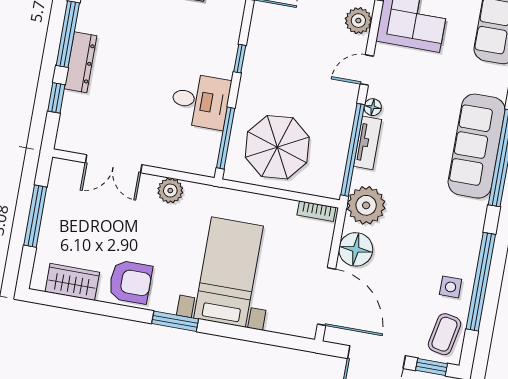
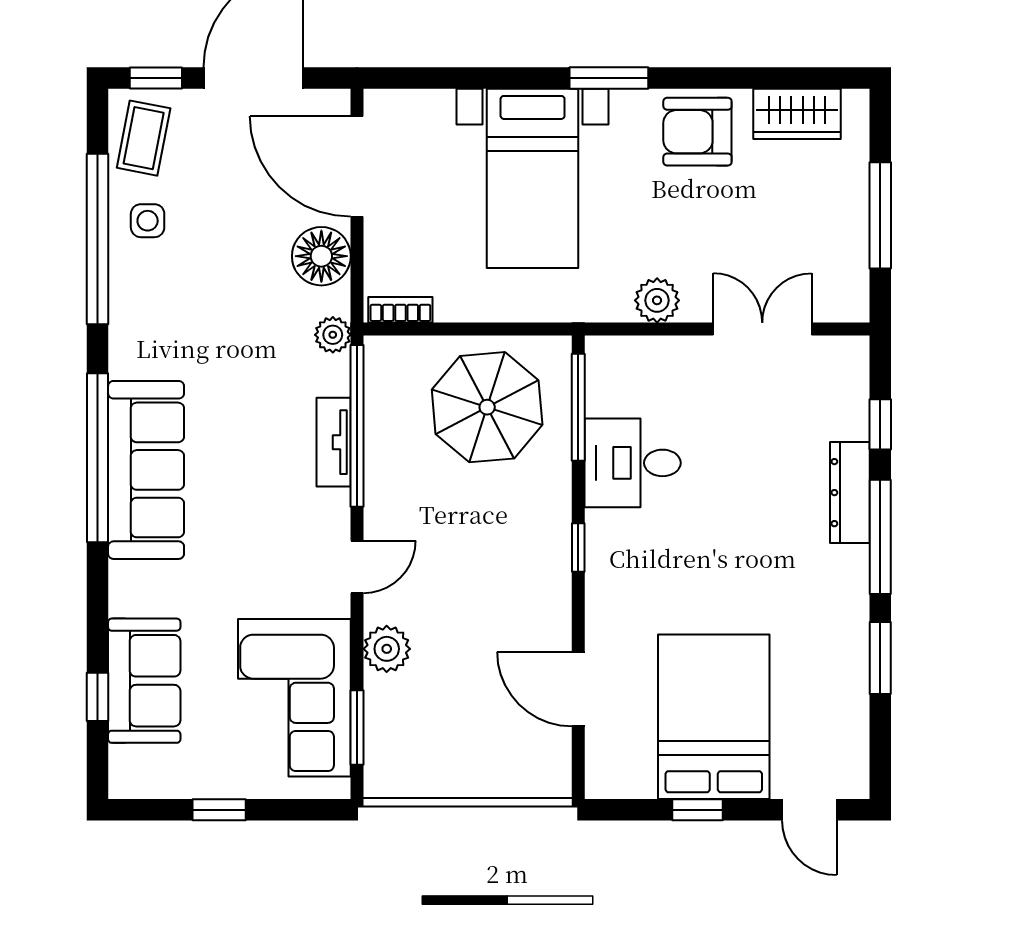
floor lamp: (373, 107) -> (336, 505), removed
plant: (366, 205) -> (333, 335), width x0.53, depth x0.53

